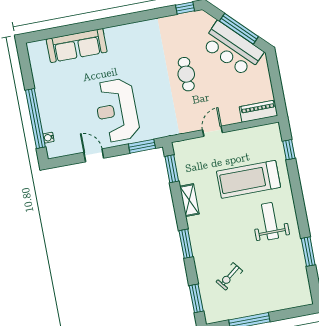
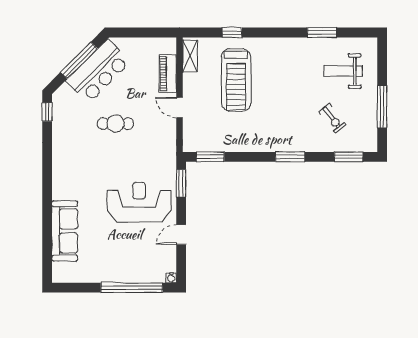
reception desk: (117, 110) -> (139, 202), turned 180
piano: (258, 111) -> (168, 74), moved
water cooler: (49, 138) -> (171, 278), moved
window: (289, 150) -> (232, 32), moved
shelving: (189, 200) -> (190, 56), moved, turned 90
weight bench: (270, 221) -> (343, 71), moved

